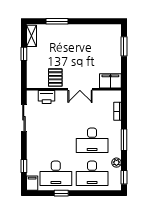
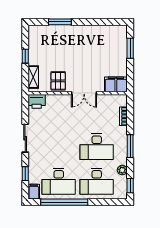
shelving: (32, 36) -> (33, 77), moved
printer: (47, 97) -> (37, 101), moved
sliding door: (24, 118) -> (25, 138), moved
window: (61, 193) -> (64, 202), width x3.17

